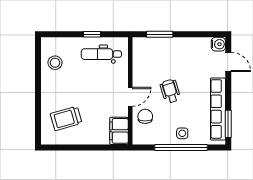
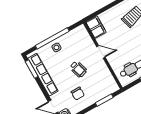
door: (130, 97) -> (101, 52), swing flipped
chair: (145, 116) -> (78, 94), moved

